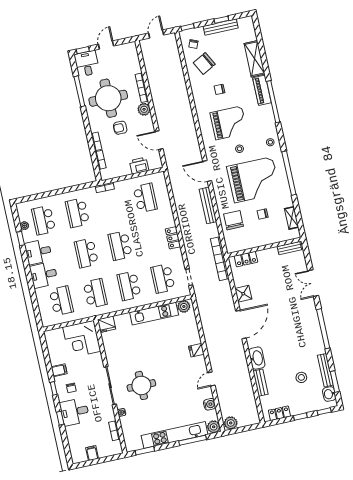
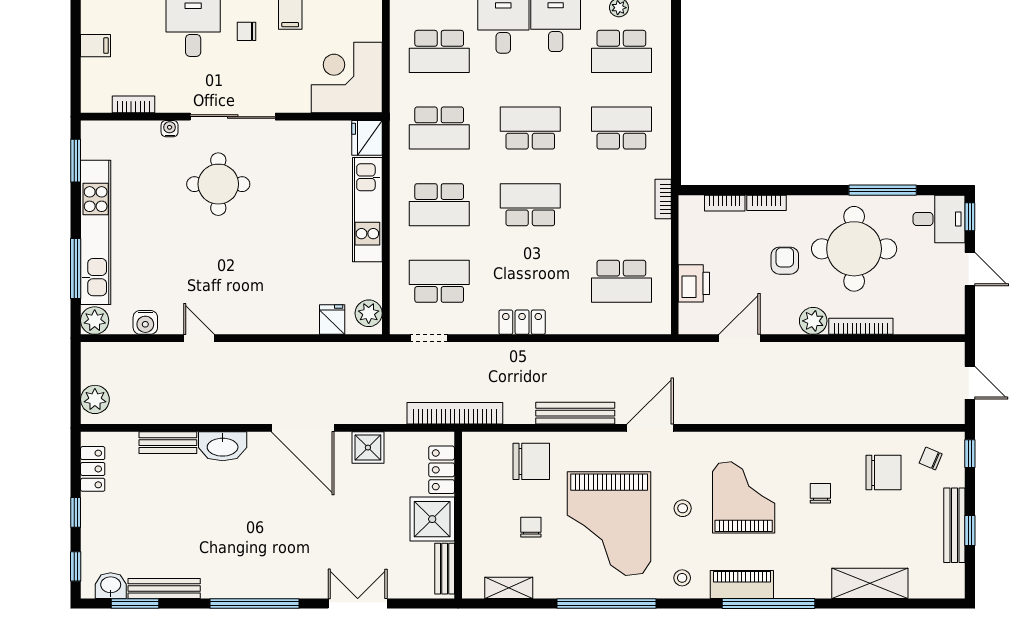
chair: (204, 63) -> (884, 473), turned 118
piano: (262, 90) -> (742, 584), moved
grand piano: (229, 123) -> (744, 497), turned 180
school desk: (44, 220) -> (621, 51), turned 180
shower: (269, 258) -> (432, 519), added
school desk: (129, 286) -> (439, 205), turned 180
kitchen unit: (154, 314) -> (367, 210), moved
fridge: (196, 350) -> (332, 320), moved
stool: (301, 377) -> (160, 533), removed
plant: (231, 423) -> (95, 399), moved

